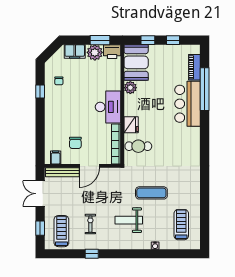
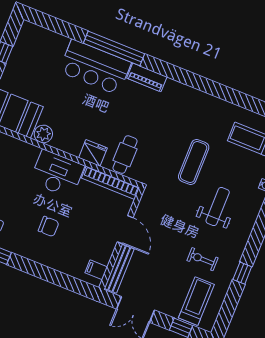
piano: (194, 67) -> (147, 77), moved
window: (205, 89) -> (114, 48), moved
chair: (75, 143) -> (49, 227), moved
weight bench: (129, 220) -> (218, 206), turned 180
treadmill: (61, 231) -> (196, 301), turned 90

